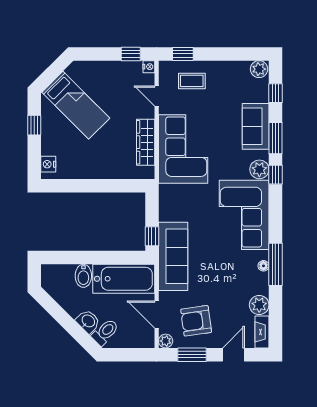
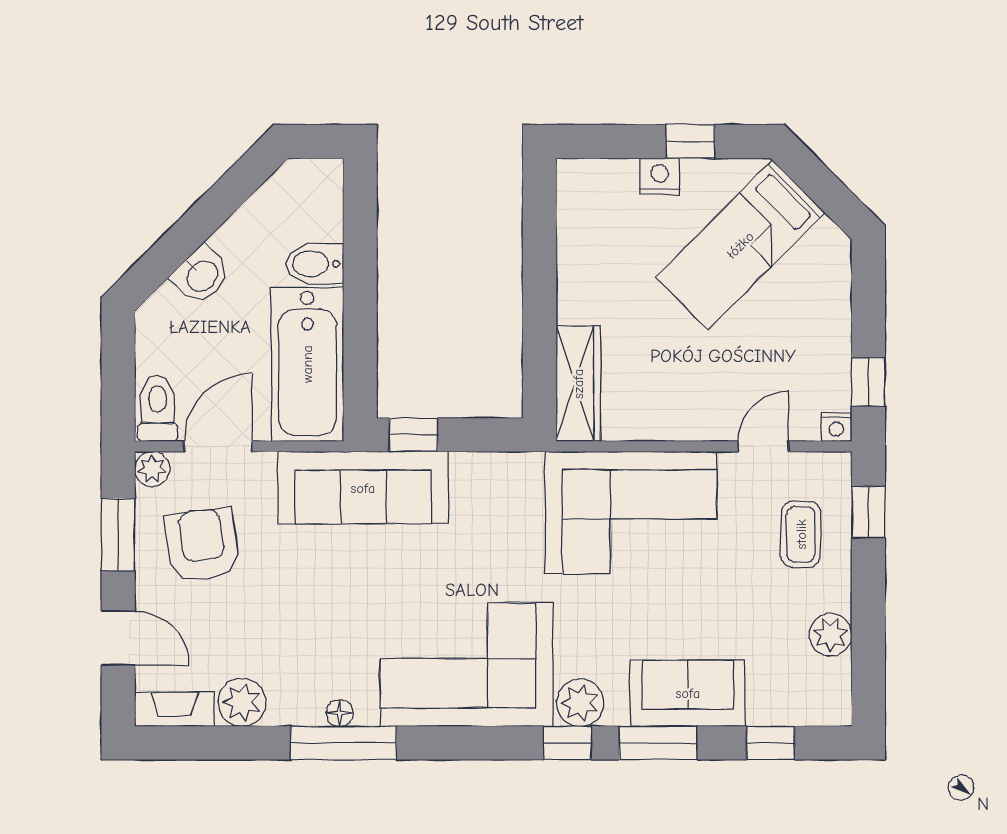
plant: (259, 69) -> (830, 635), moved
wardrobe: (146, 142) -> (578, 384), moved, turned 90
nightstand: (48, 164) -> (660, 176), moved
toilet: (105, 332) -> (158, 408), moved, turned -135

